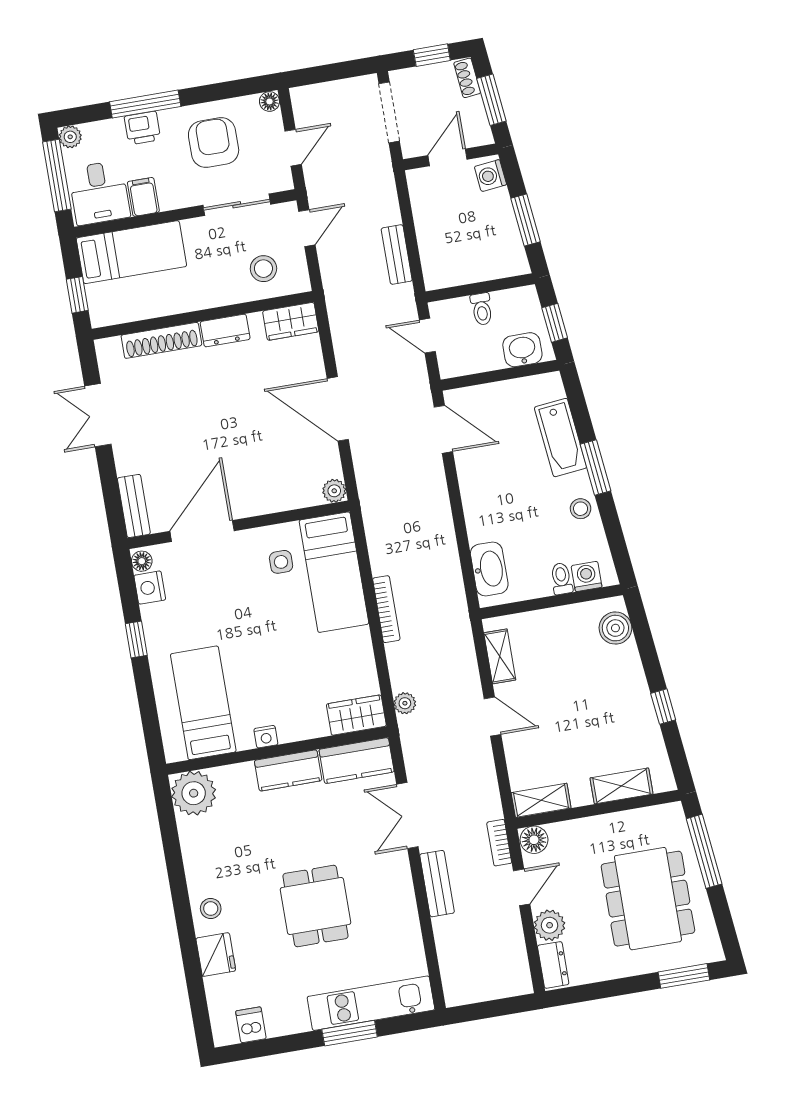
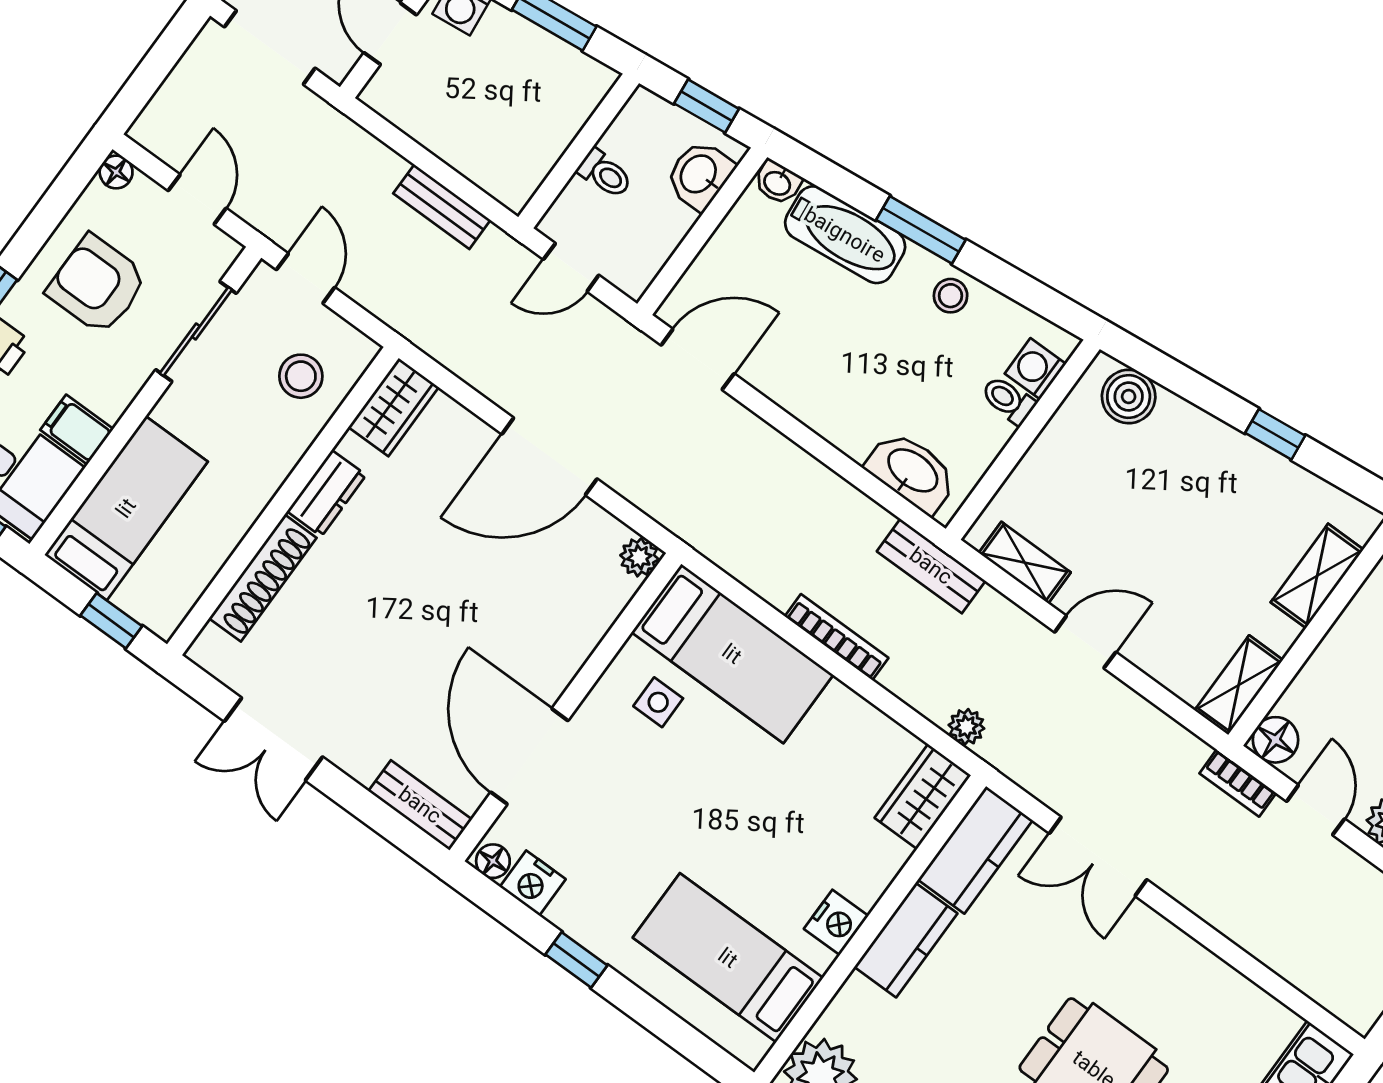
washbasin: (553, 386) -> (778, 183), added
nightstand: (266, 737) -> (836, 922), width x1.39, depth x1.35
bench: (437, 884) -> (931, 566), moved

